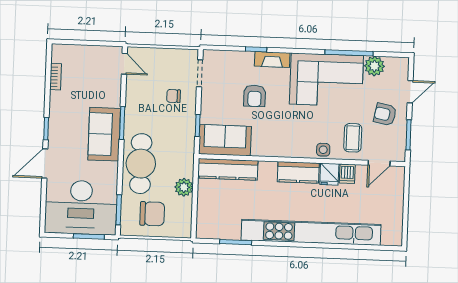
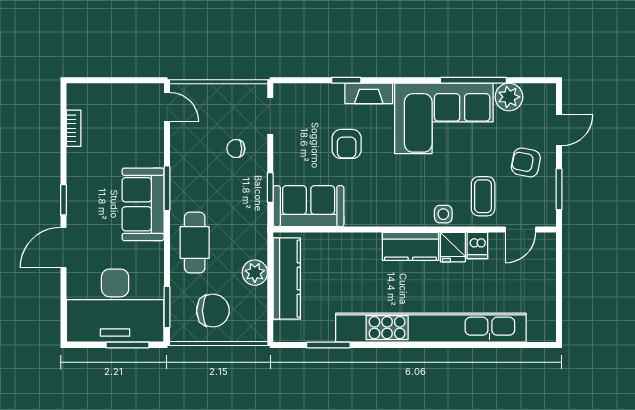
cafe table: (141, 164) -> (195, 243), width x0.73, depth x0.74
kitchen counter: (228, 169) -> (287, 279), moved, turned -90

